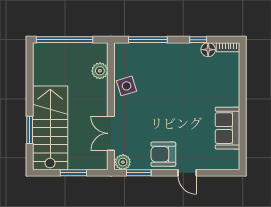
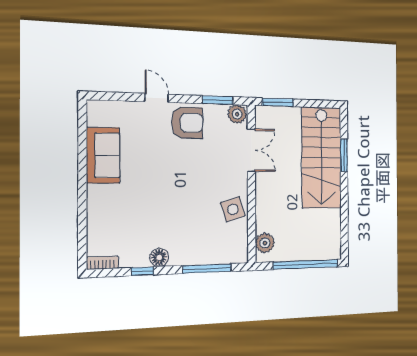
floor lamp: (208, 50) -> (159, 257), moved
plant: (100, 71) -> (265, 243), moved
window: (73, 173) -> (278, 102), moved

